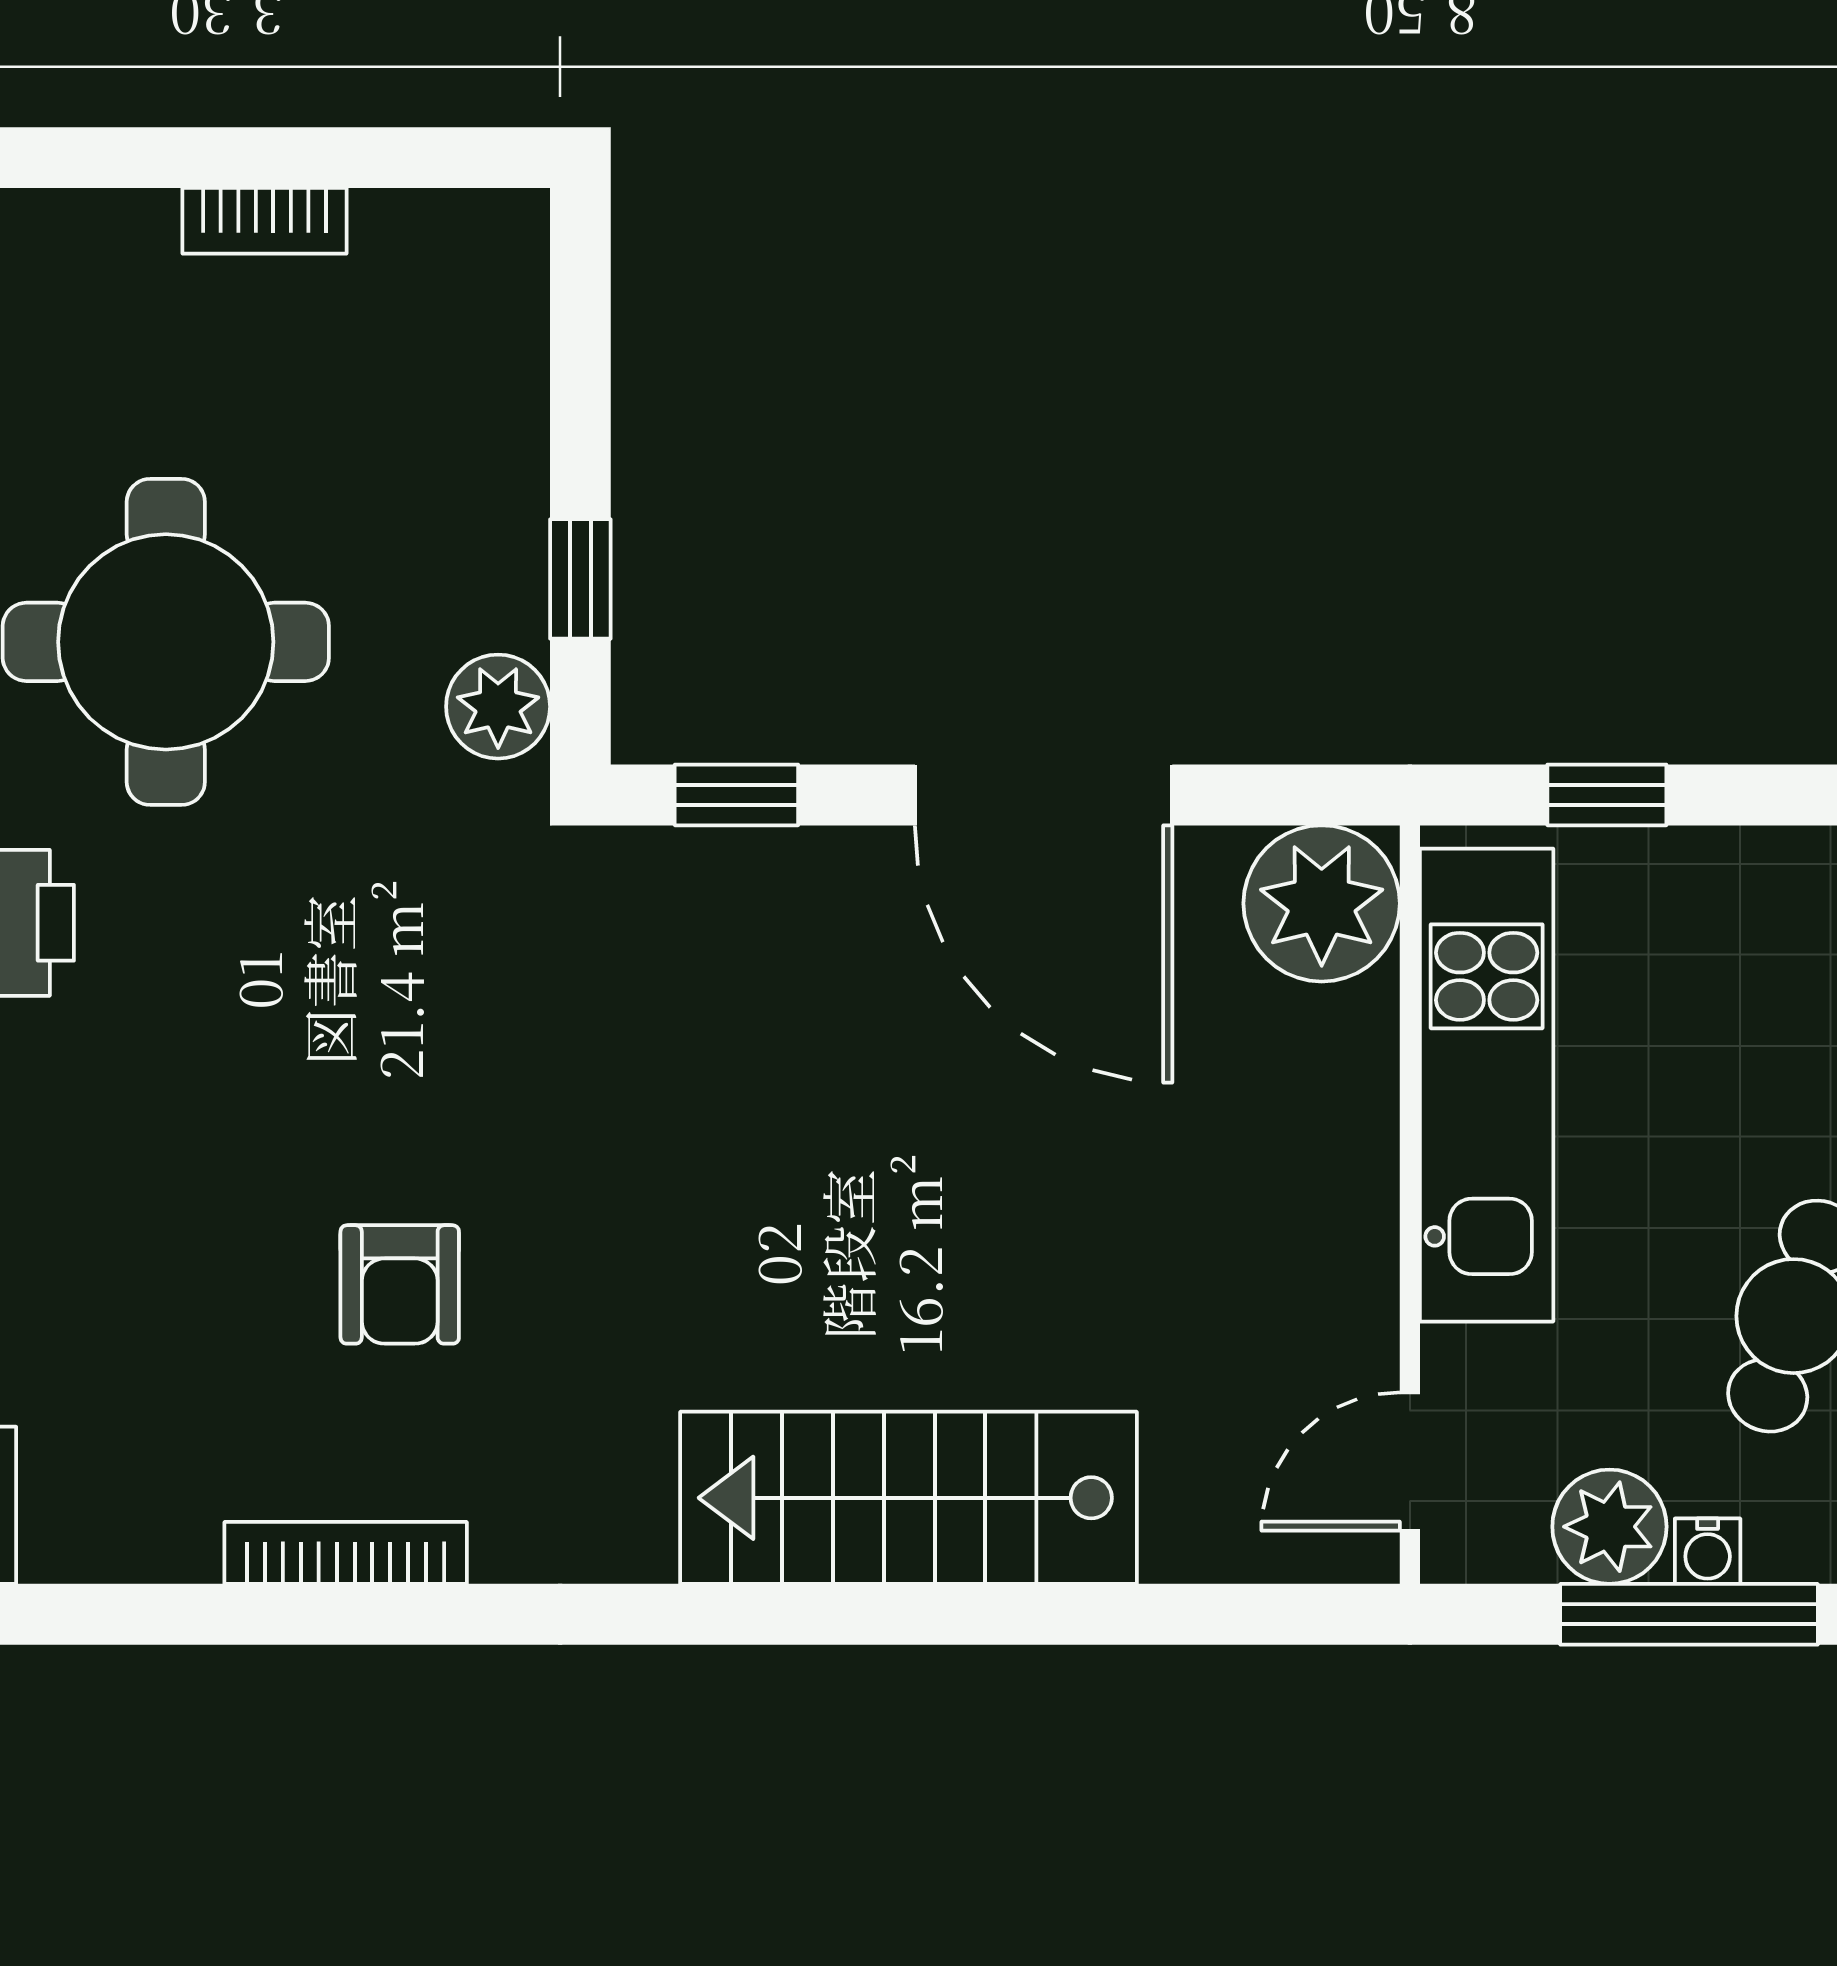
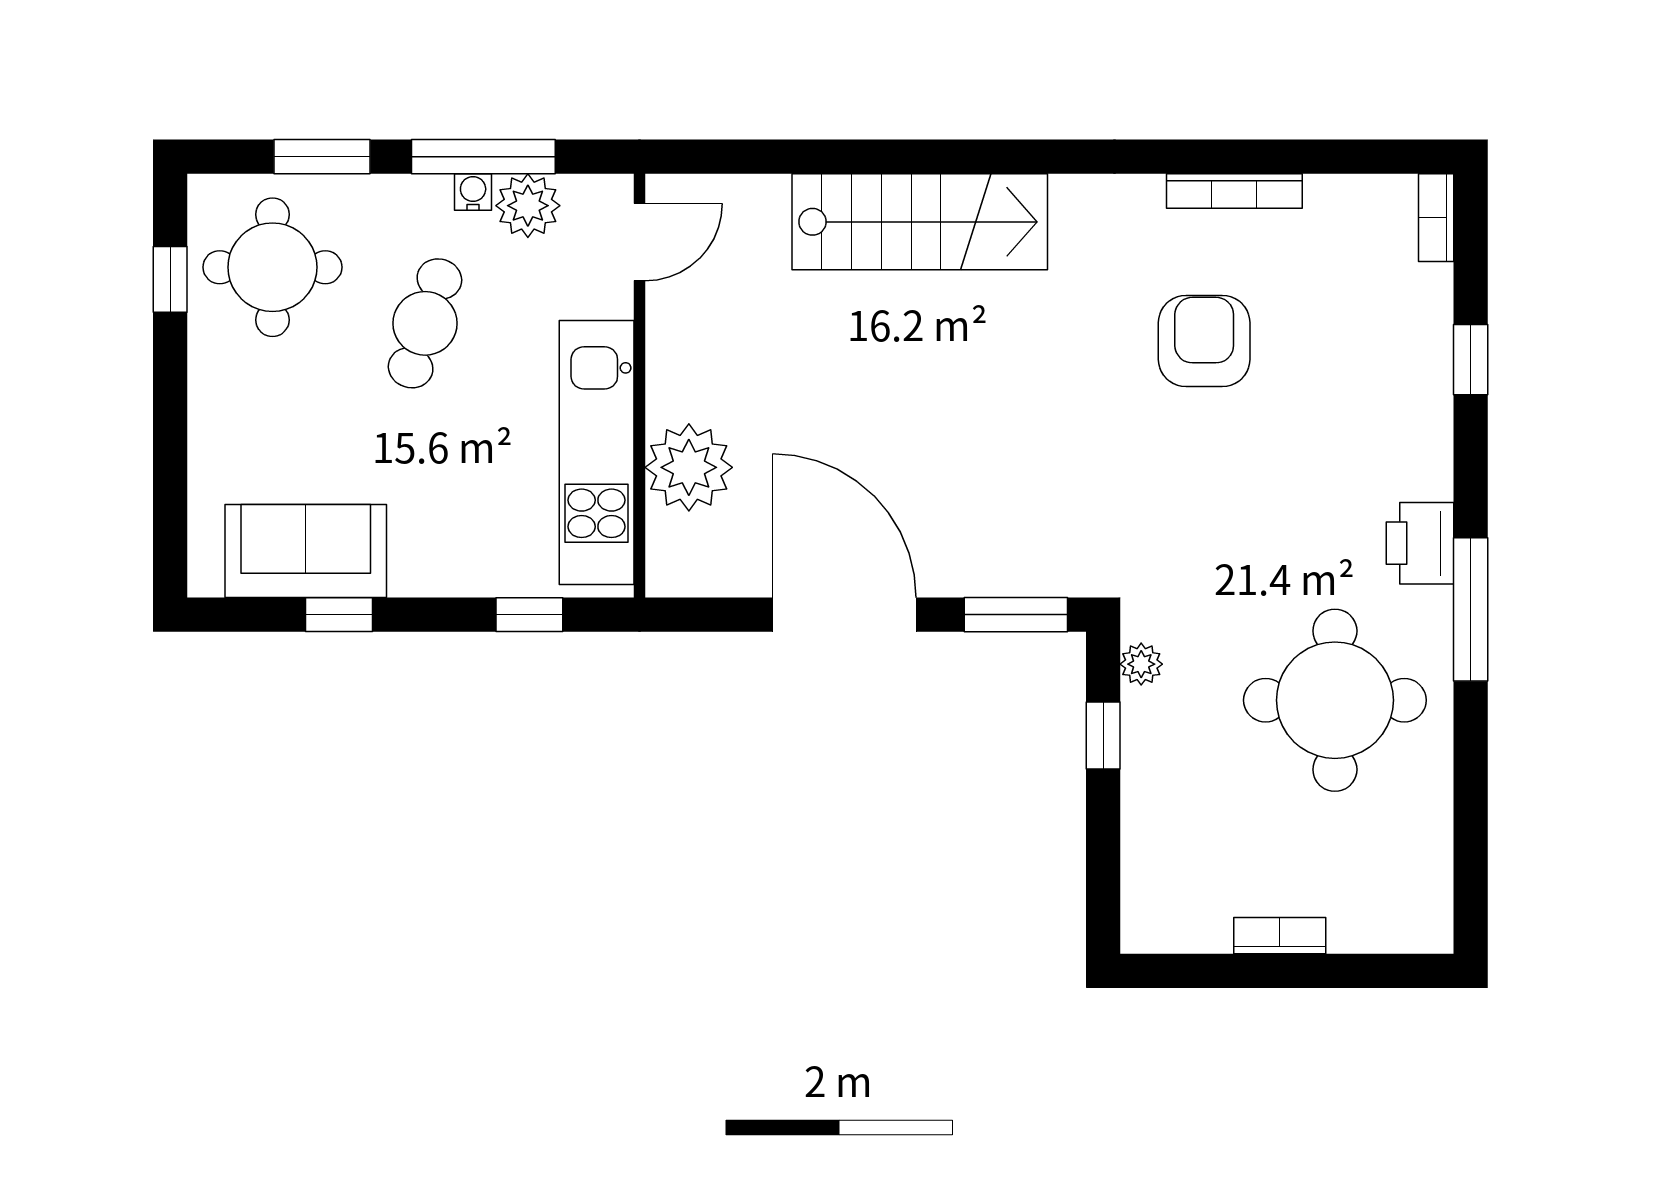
plant: (498, 707) -> (1141, 664), width x0.73, depth x0.73
window: (736, 795) -> (1016, 615), width x1.50
plant: (1322, 903) -> (689, 467), moved
armchair: (400, 1284) -> (1204, 341), width x1.38, depth x1.38

